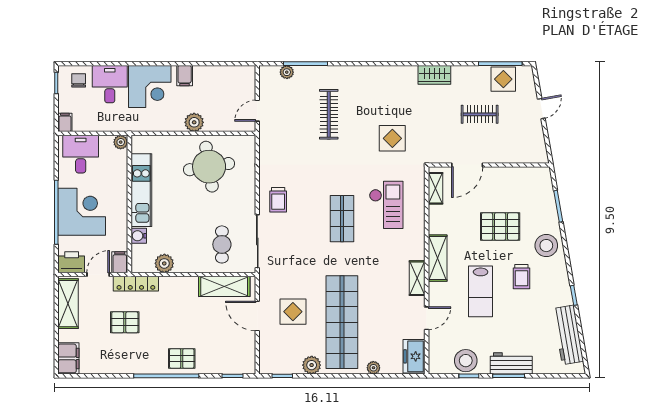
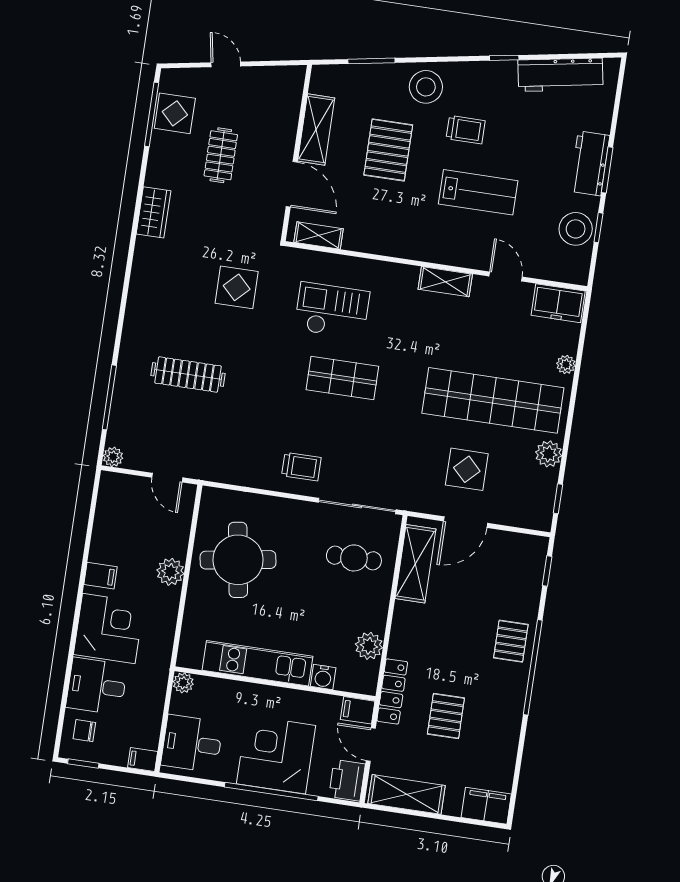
plant: (287, 72) -> (113, 457), moved
shelving: (438, 258) -> (316, 130), moved, turned 90

